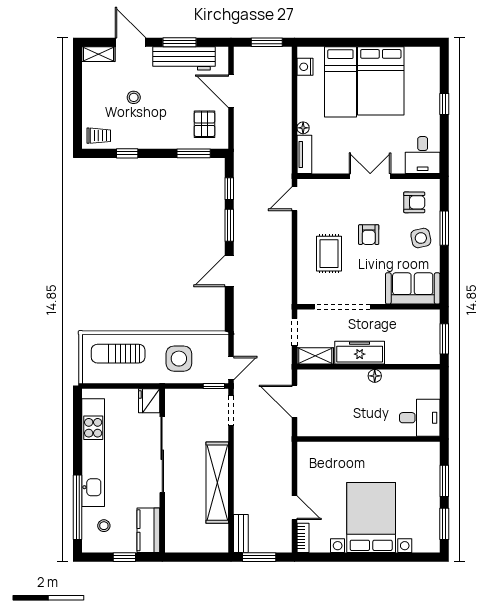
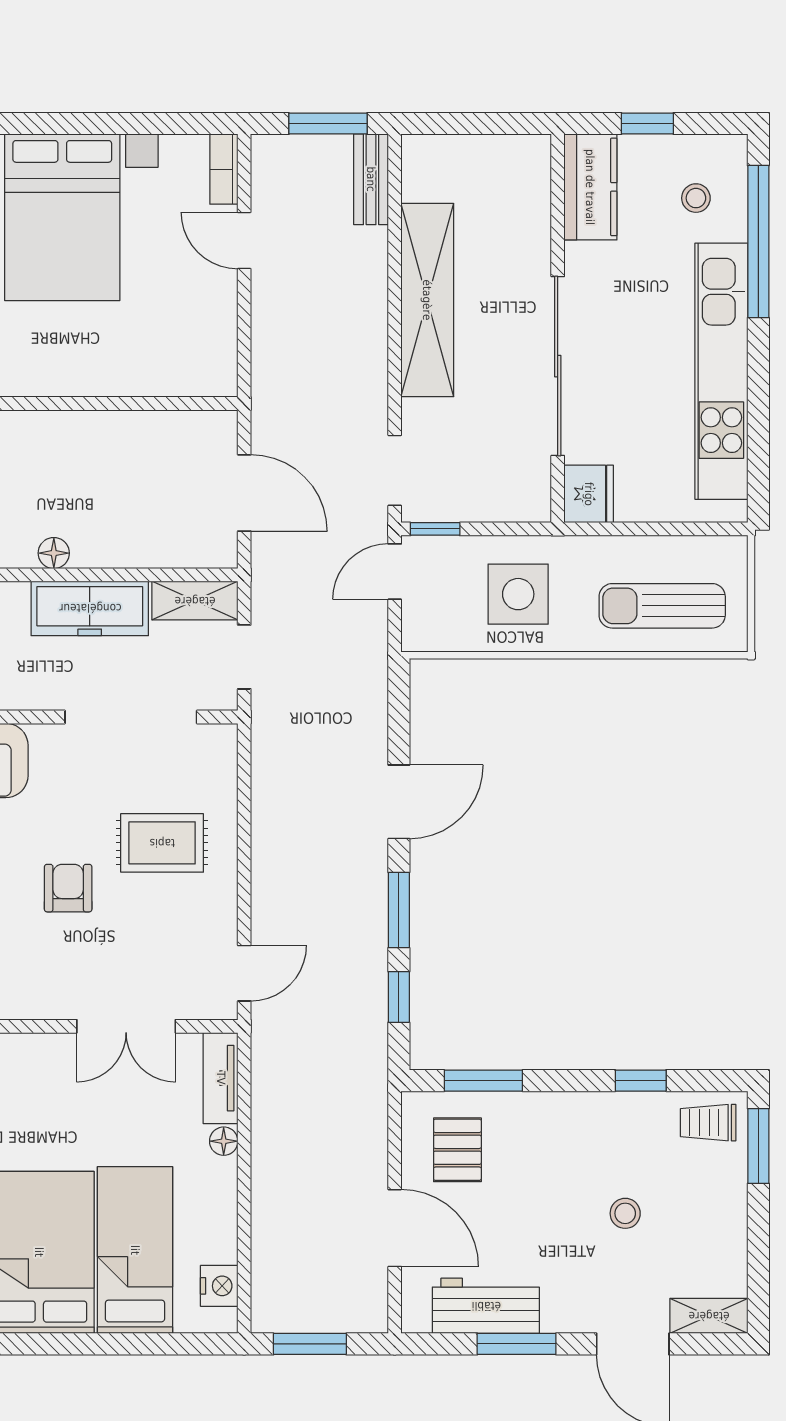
workbench: (184, 58) -> (486, 1306), width x0.73
window: (78, 126) -> (758, 1146), added
double door: (370, 176) -> (126, 1026), moved
rug: (329, 254) -> (162, 843), turned 90
sun lounger: (118, 354) -> (662, 606), turned 180

